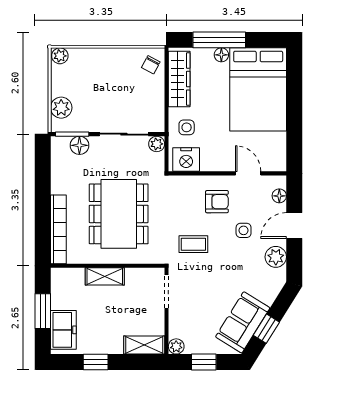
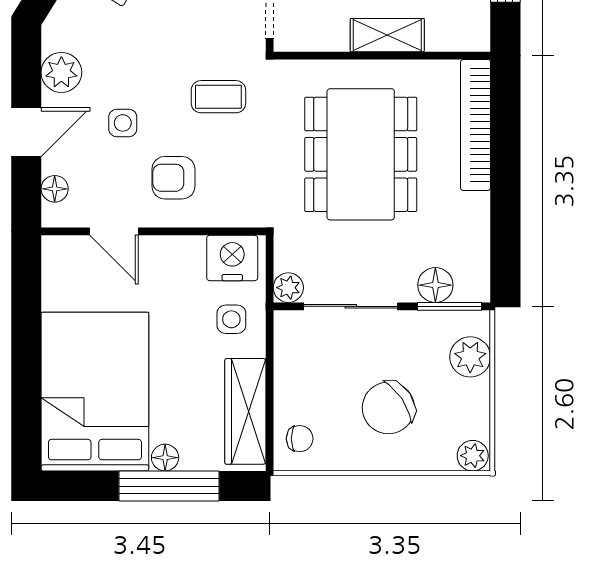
chair: (151, 65) -> (300, 439), turned 62
chair: (104, 81) -> (388, 408), added

